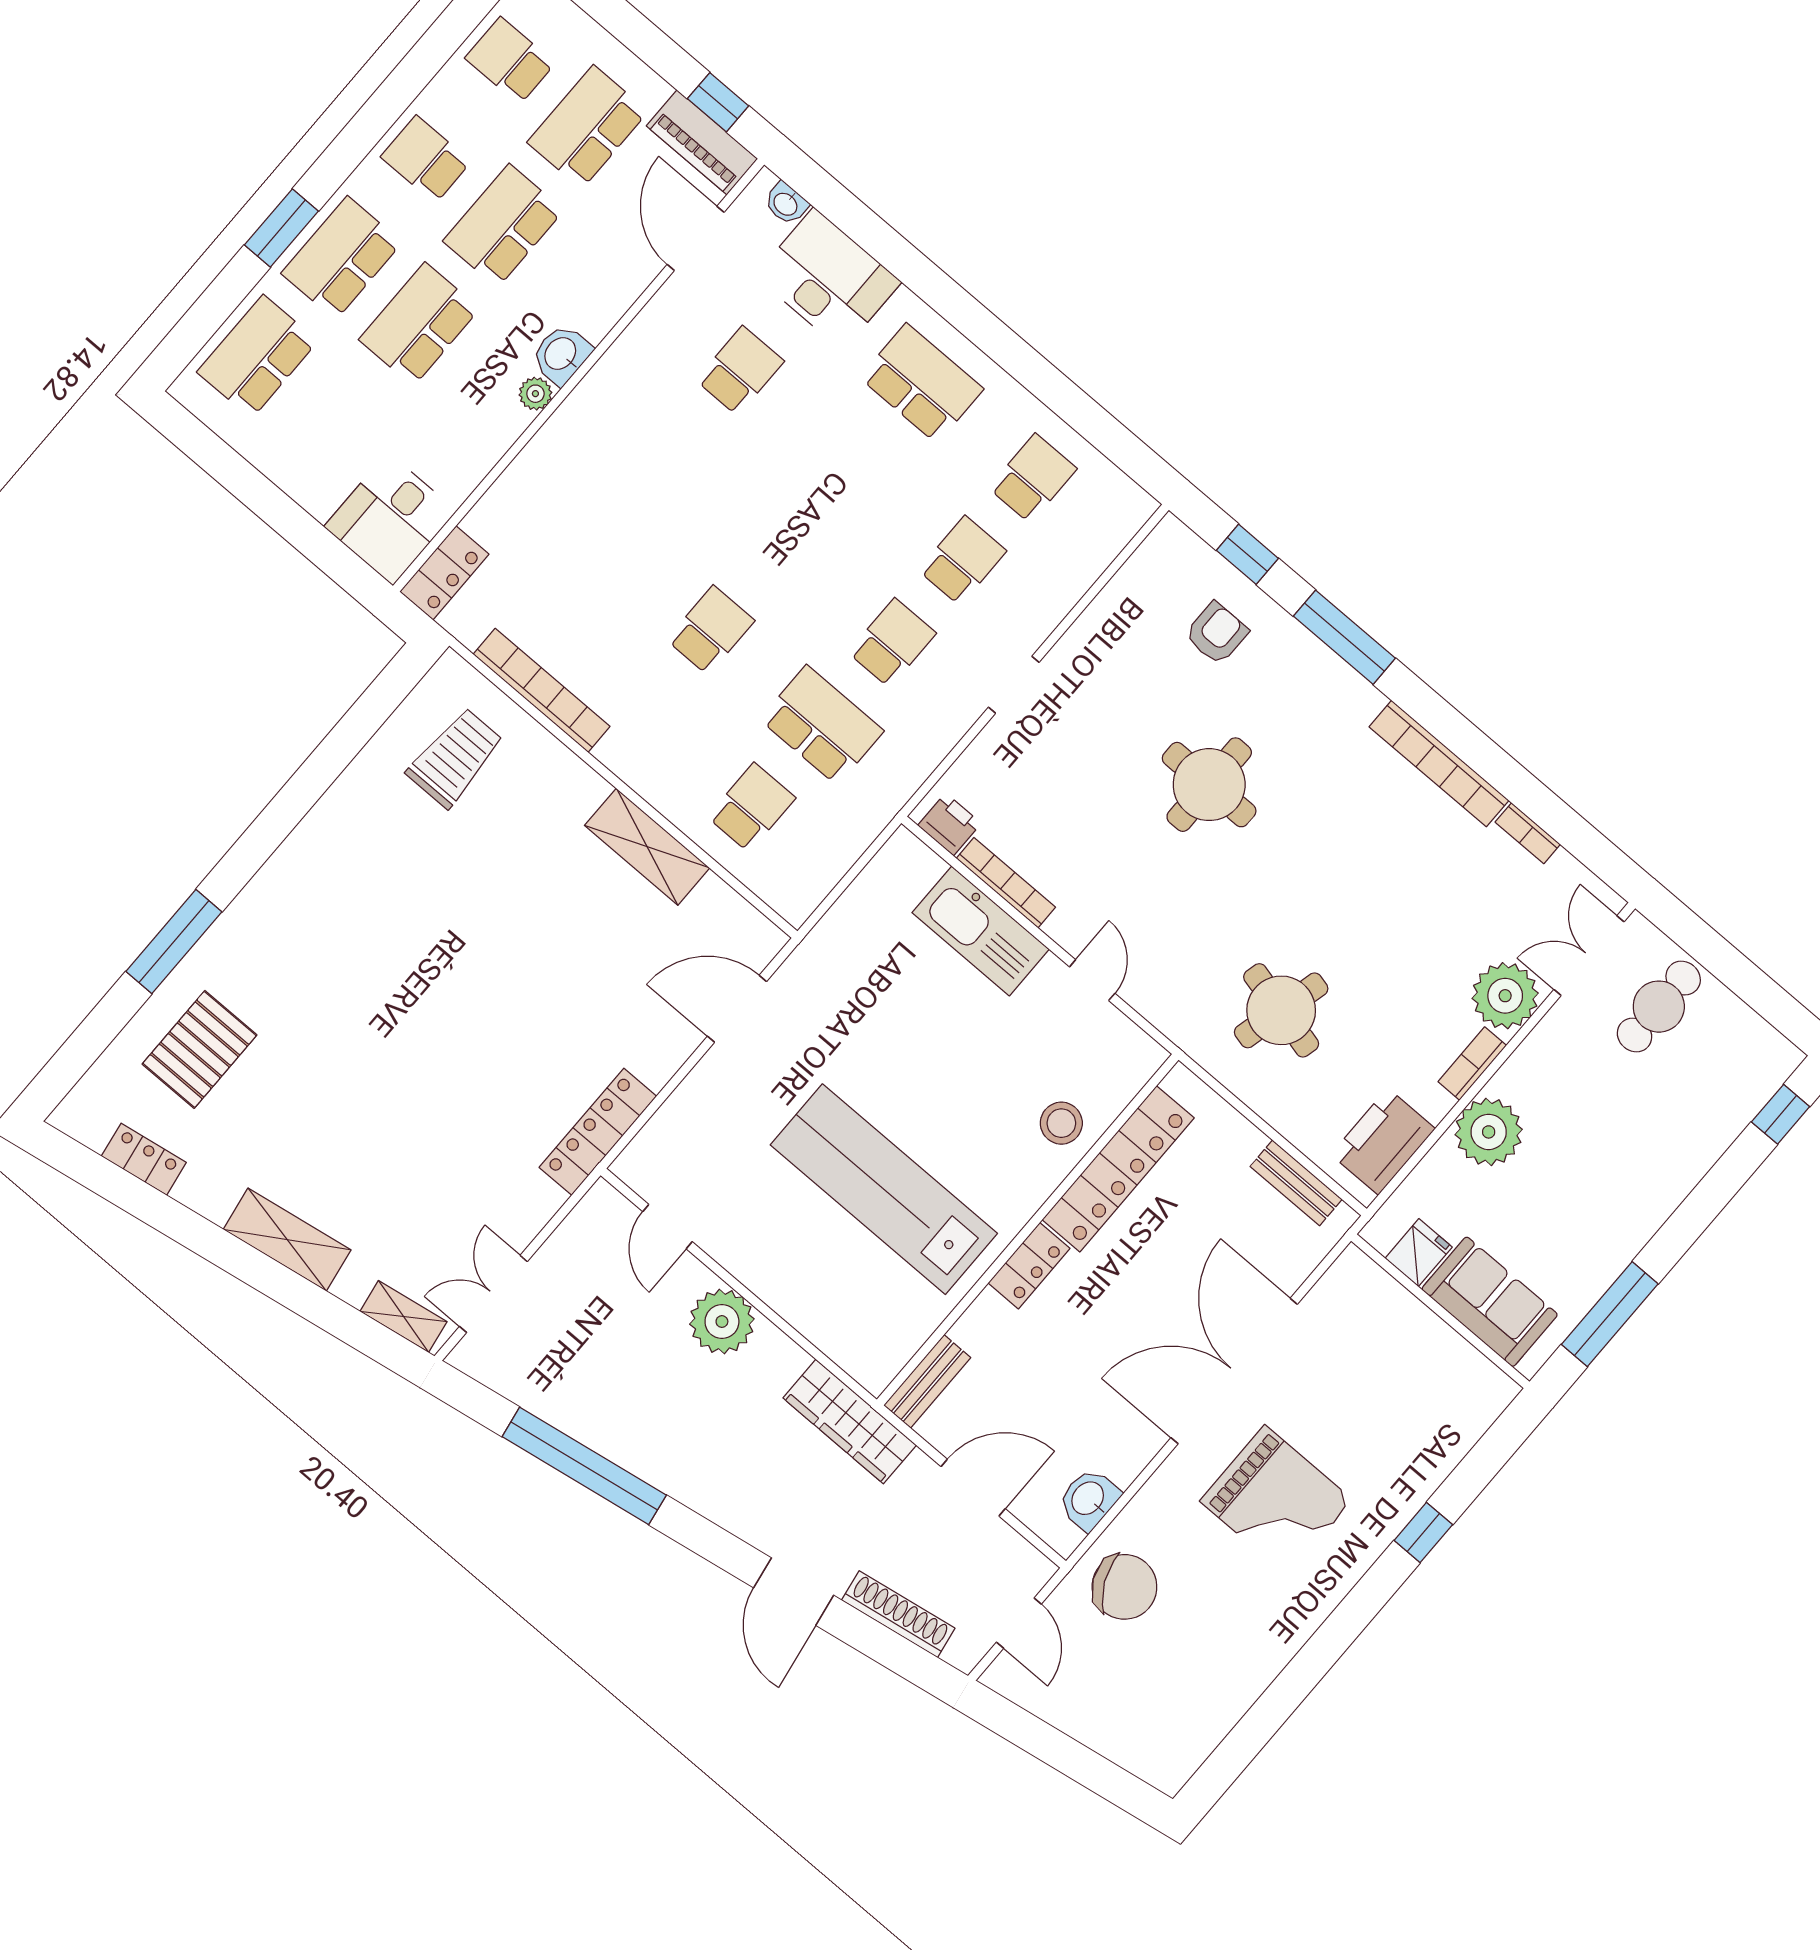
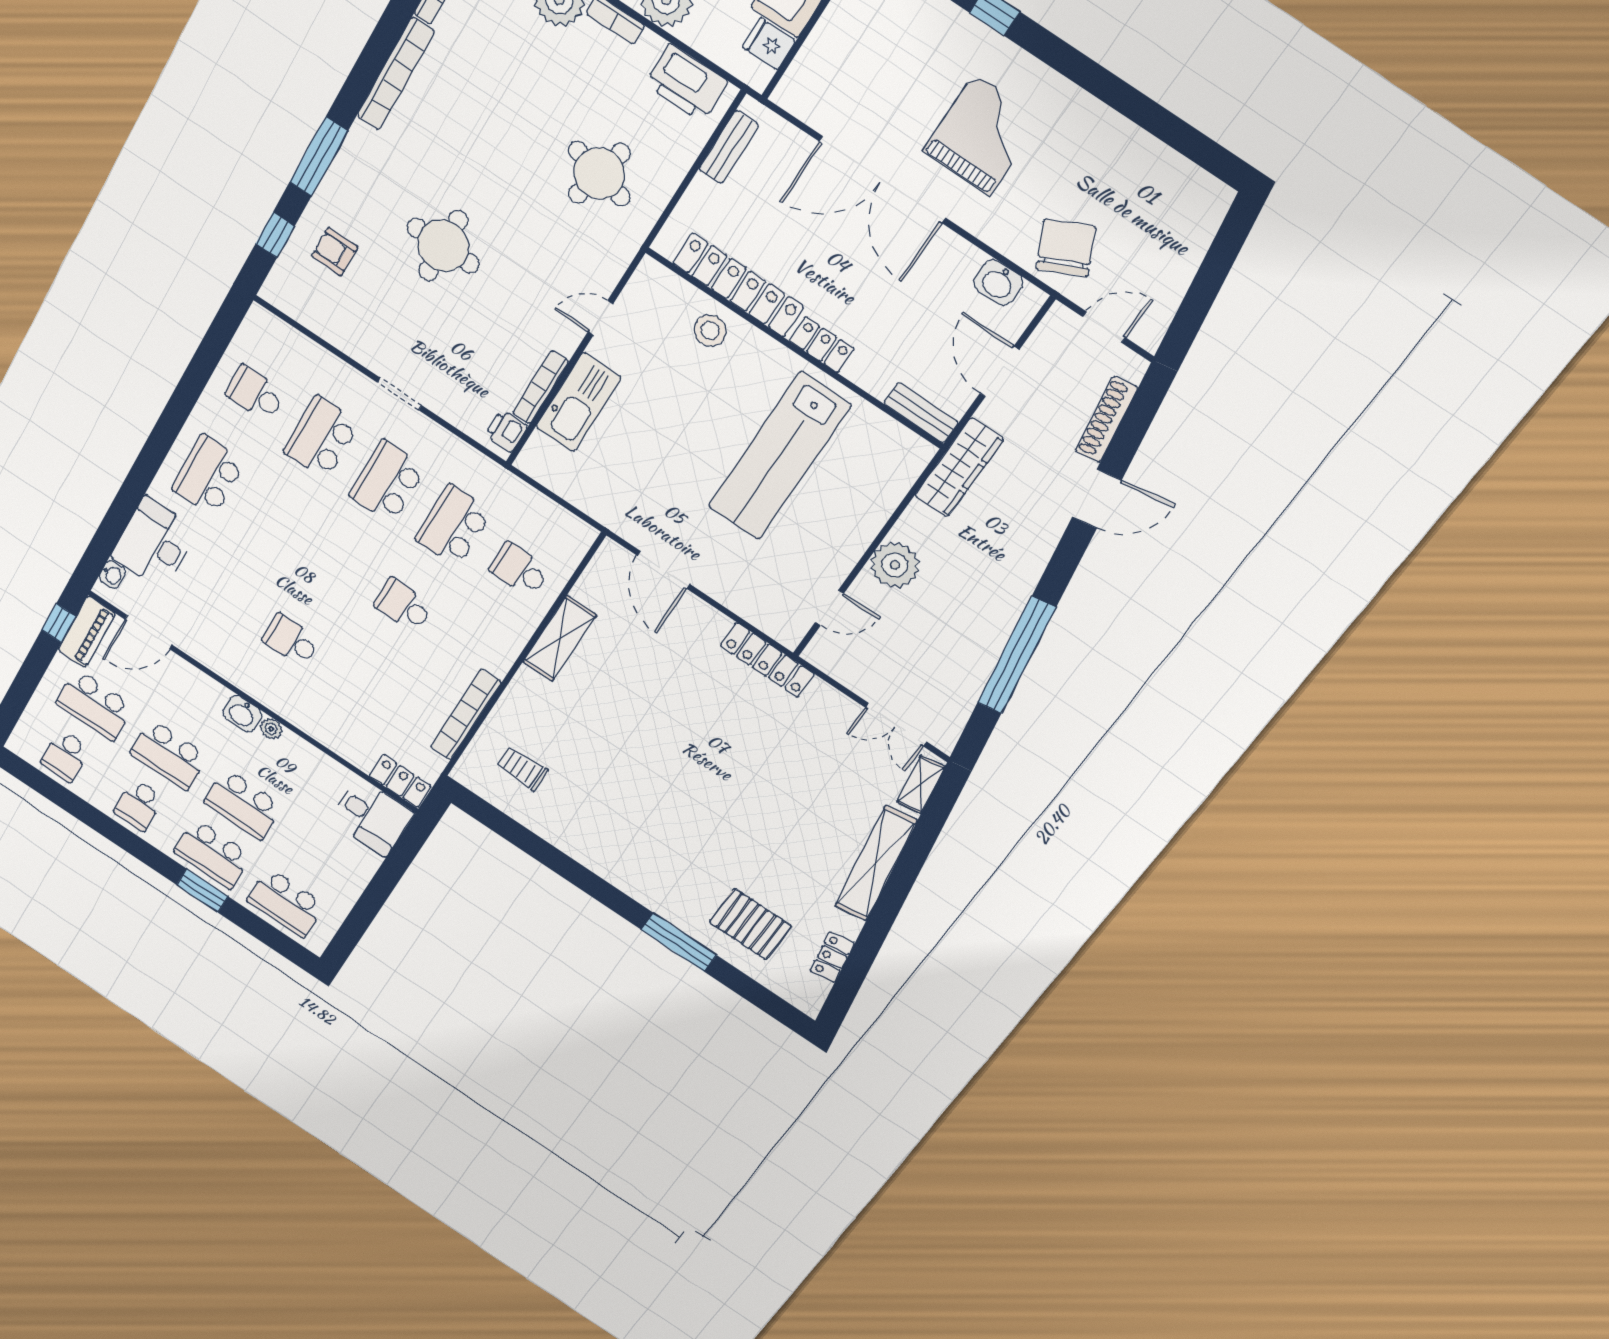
school desk: (740, 371) -> (291, 640), moved
school desk: (962, 561) -> (321, 437), width x1.85
school desk: (892, 643) -> (387, 481), width x1.85
trolley: (455, 758) -> (522, 768), width x0.73, depth x0.72
shelving: (287, 1240) -> (876, 864), width x1.47

